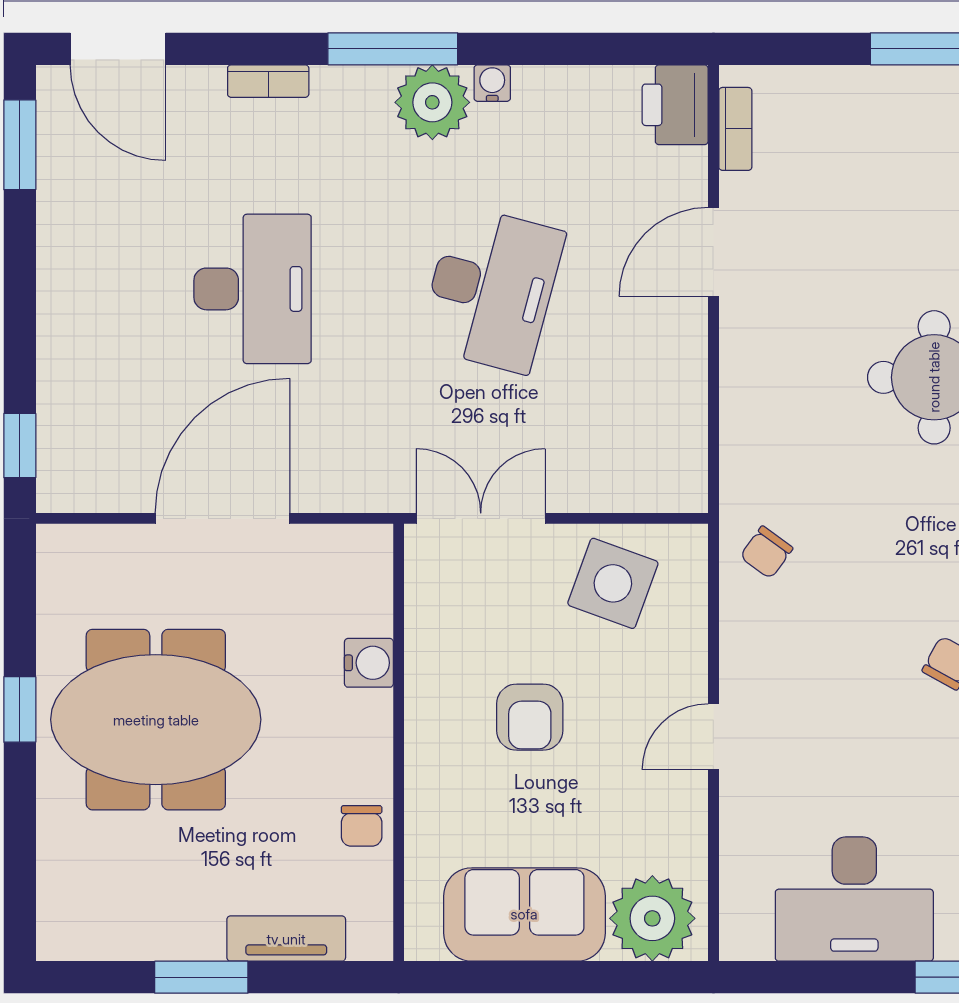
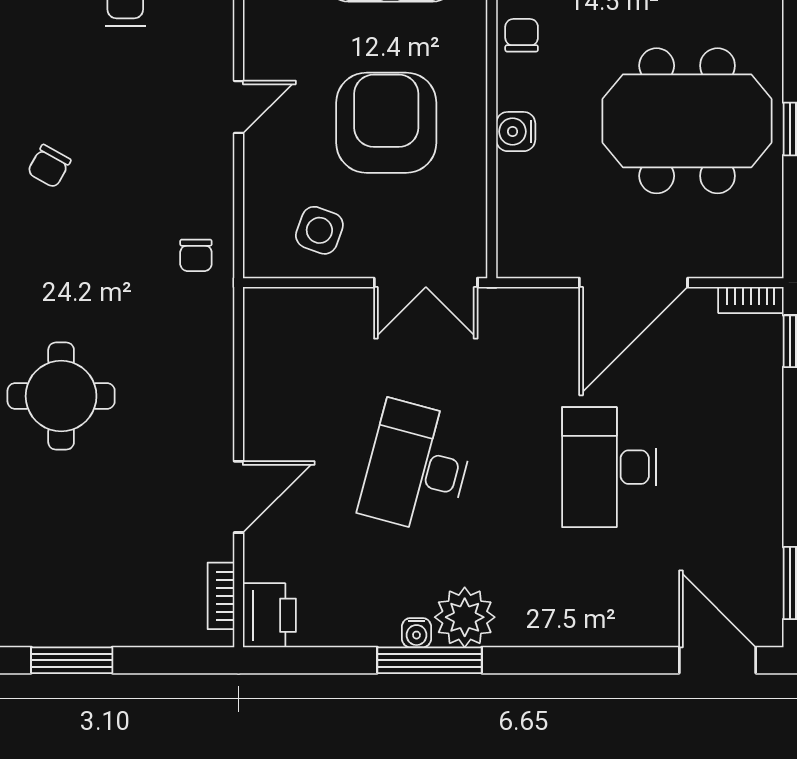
window: (393, 49) -> (430, 660), moved
bookcase: (268, 81) -> (751, 300), moved, turned 180
chair: (766, 552) -> (196, 255), turned 144
side table: (613, 583) -> (319, 230), width x0.73, depth x0.73
water cooler: (369, 663) -> (516, 132), moved
armchair: (530, 717) -> (386, 123), width x1.88, depth x1.88

